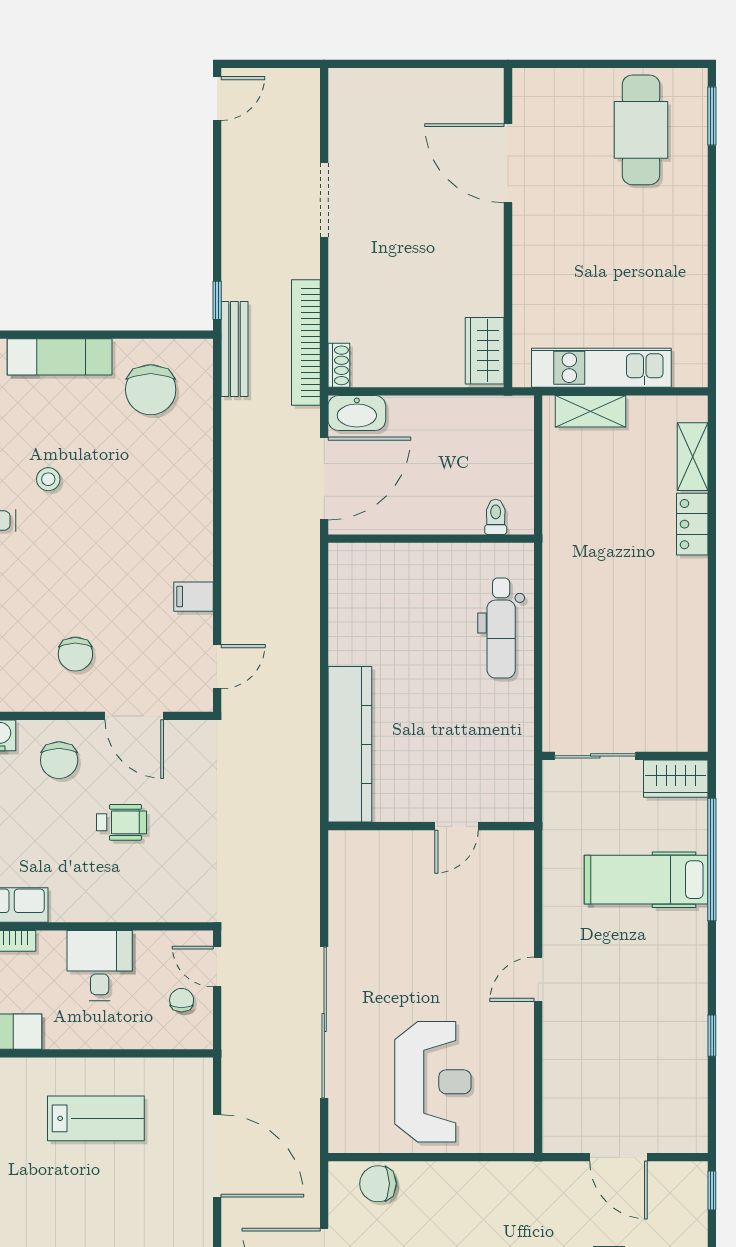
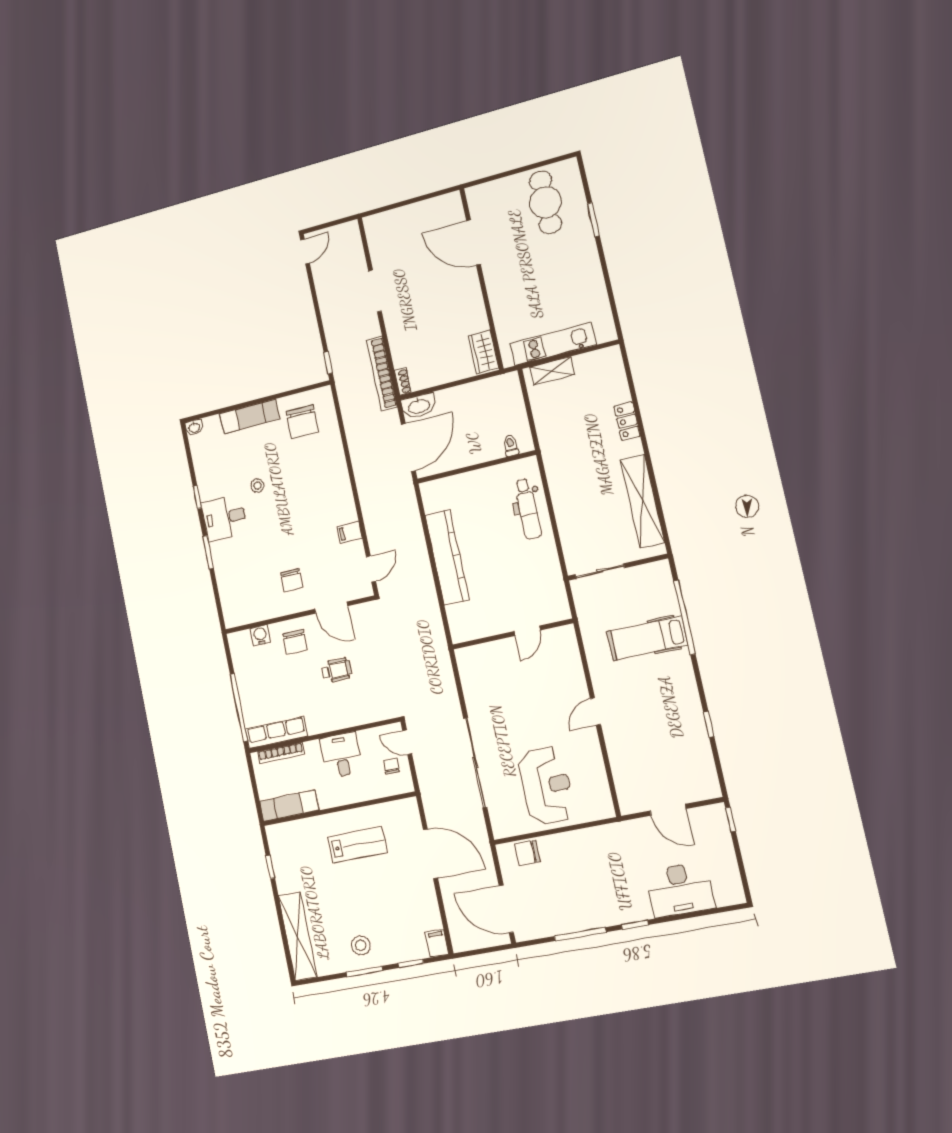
window: (712, 116) -> (593, 220), moved
bench: (234, 349) -> (343, 387), removed
shelving: (693, 457) -> (642, 501), moved, width x2.20, depth x1.33
kitchen counter: (350, 744) -> (447, 557), moved
wardrobe: (676, 779) -> (651, 574), removed

